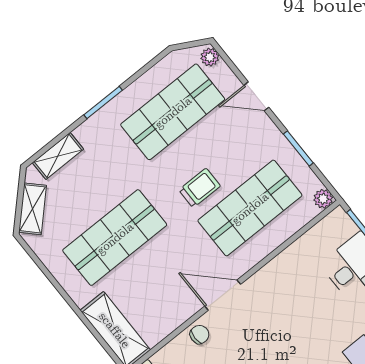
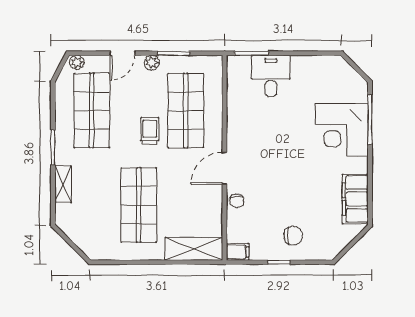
shelving: (58, 156) -> (63, 184), moved
plant: (323, 199) -> (152, 63), moved
shelving: (33, 209) -> (82, 240), removed
chair: (199, 334) -> (237, 201), turned 180

